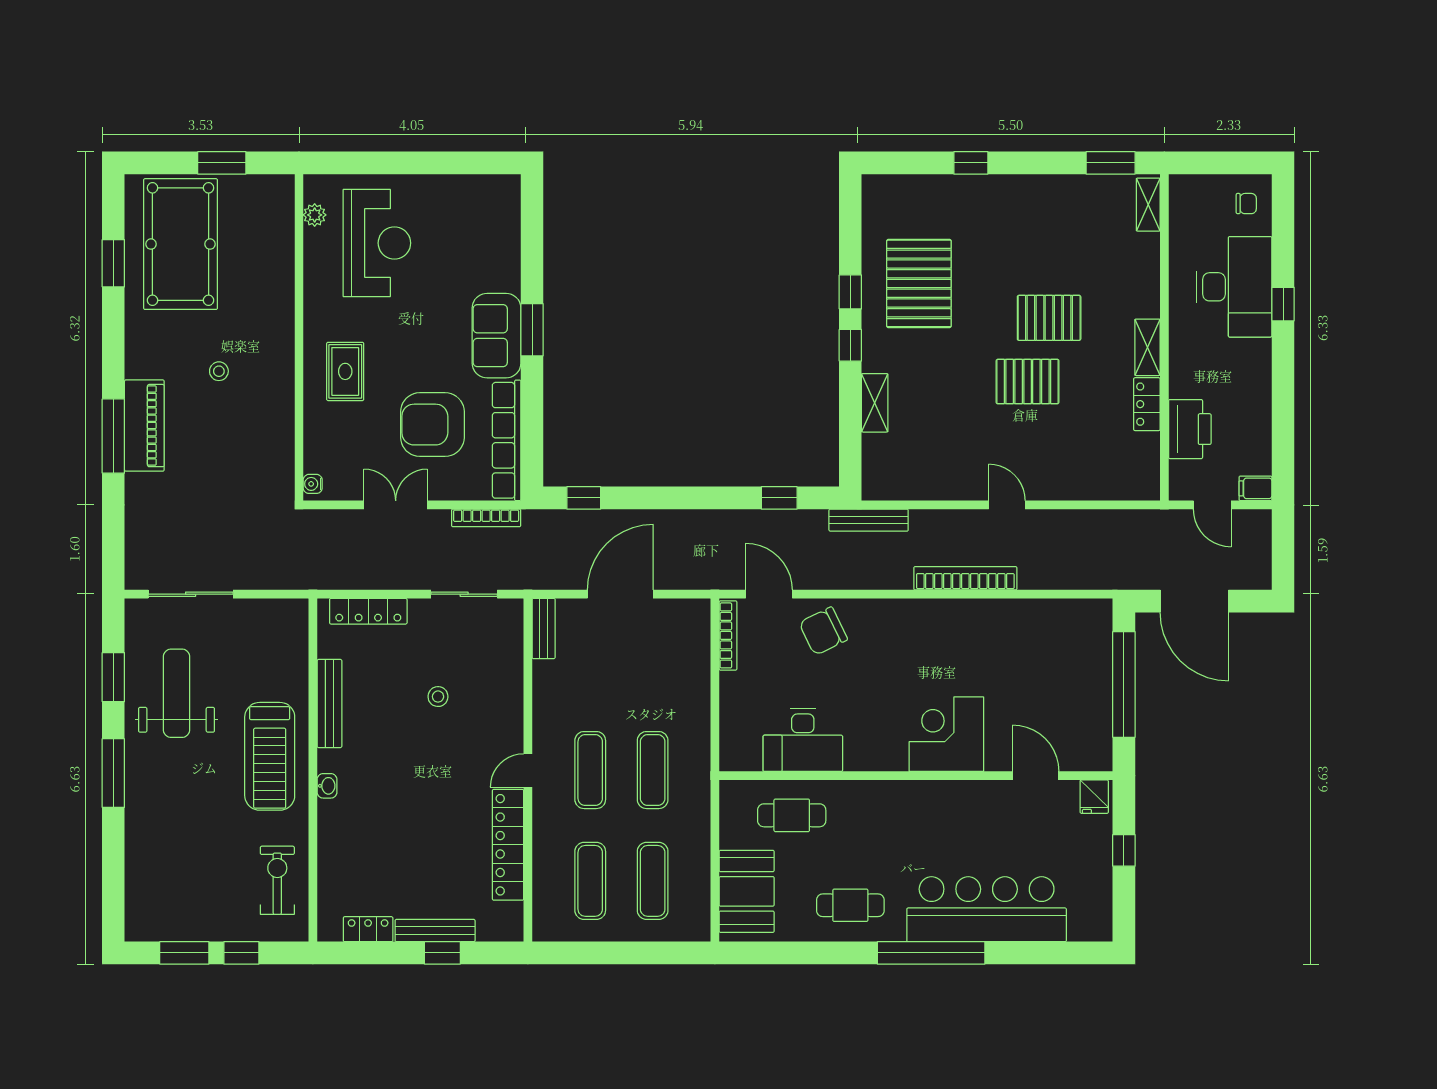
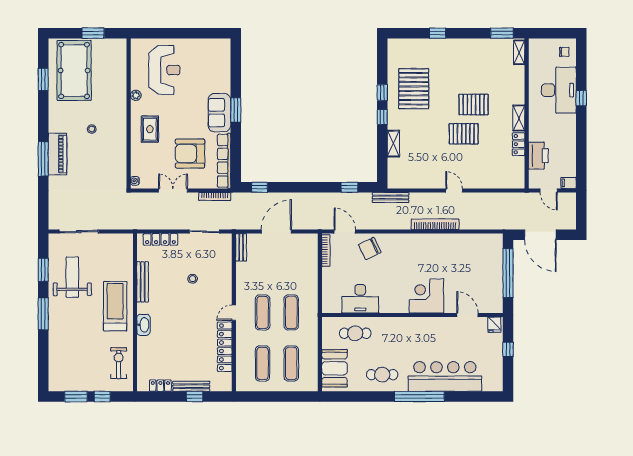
plant: (315, 215) -> (136, 95), moved
treadmill: (270, 756) -> (115, 306), turned 180
washbasin: (327, 786) -> (144, 325), width x1.91, depth x1.45

